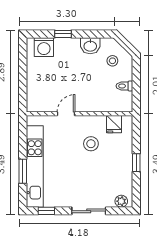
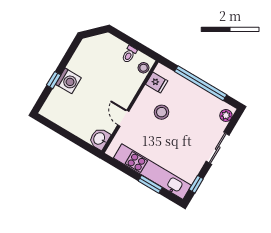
washbasin: (90, 46) -> (100, 139), moved, turned 180
washing machine: (44, 47) -> (68, 81), moved
stool: (112, 61) -> (144, 68), moved
window: (136, 163) -> (201, 83), width x3.17

